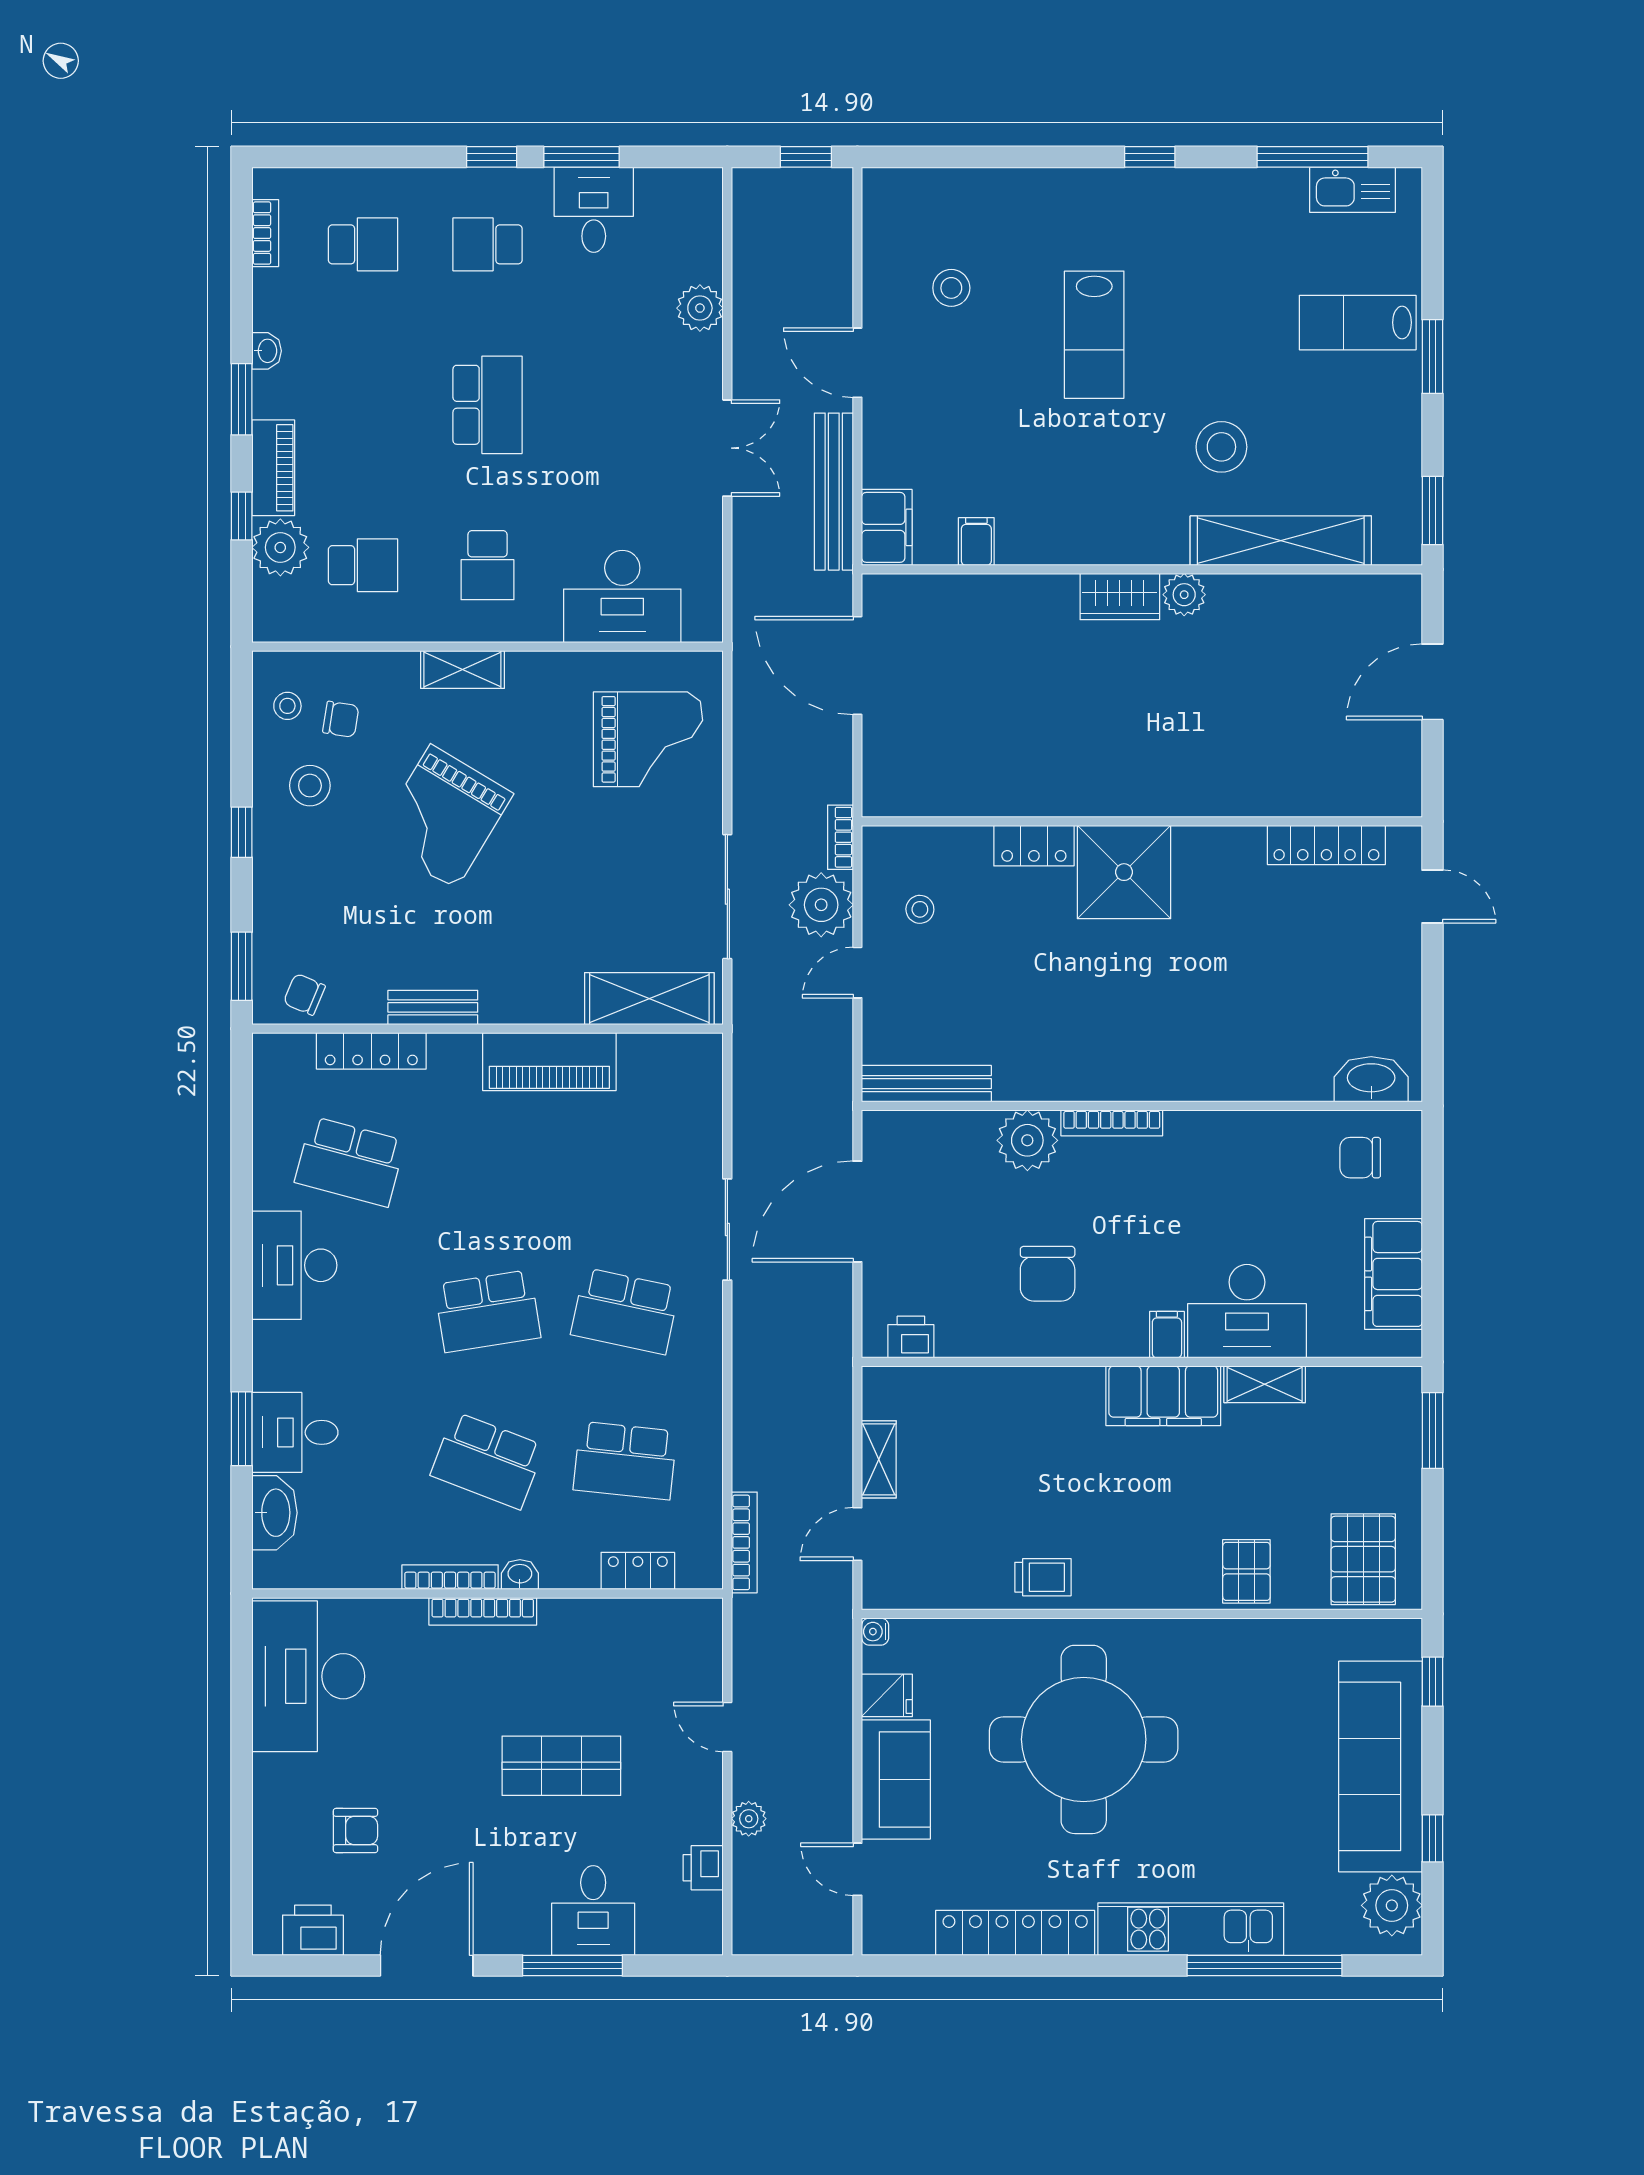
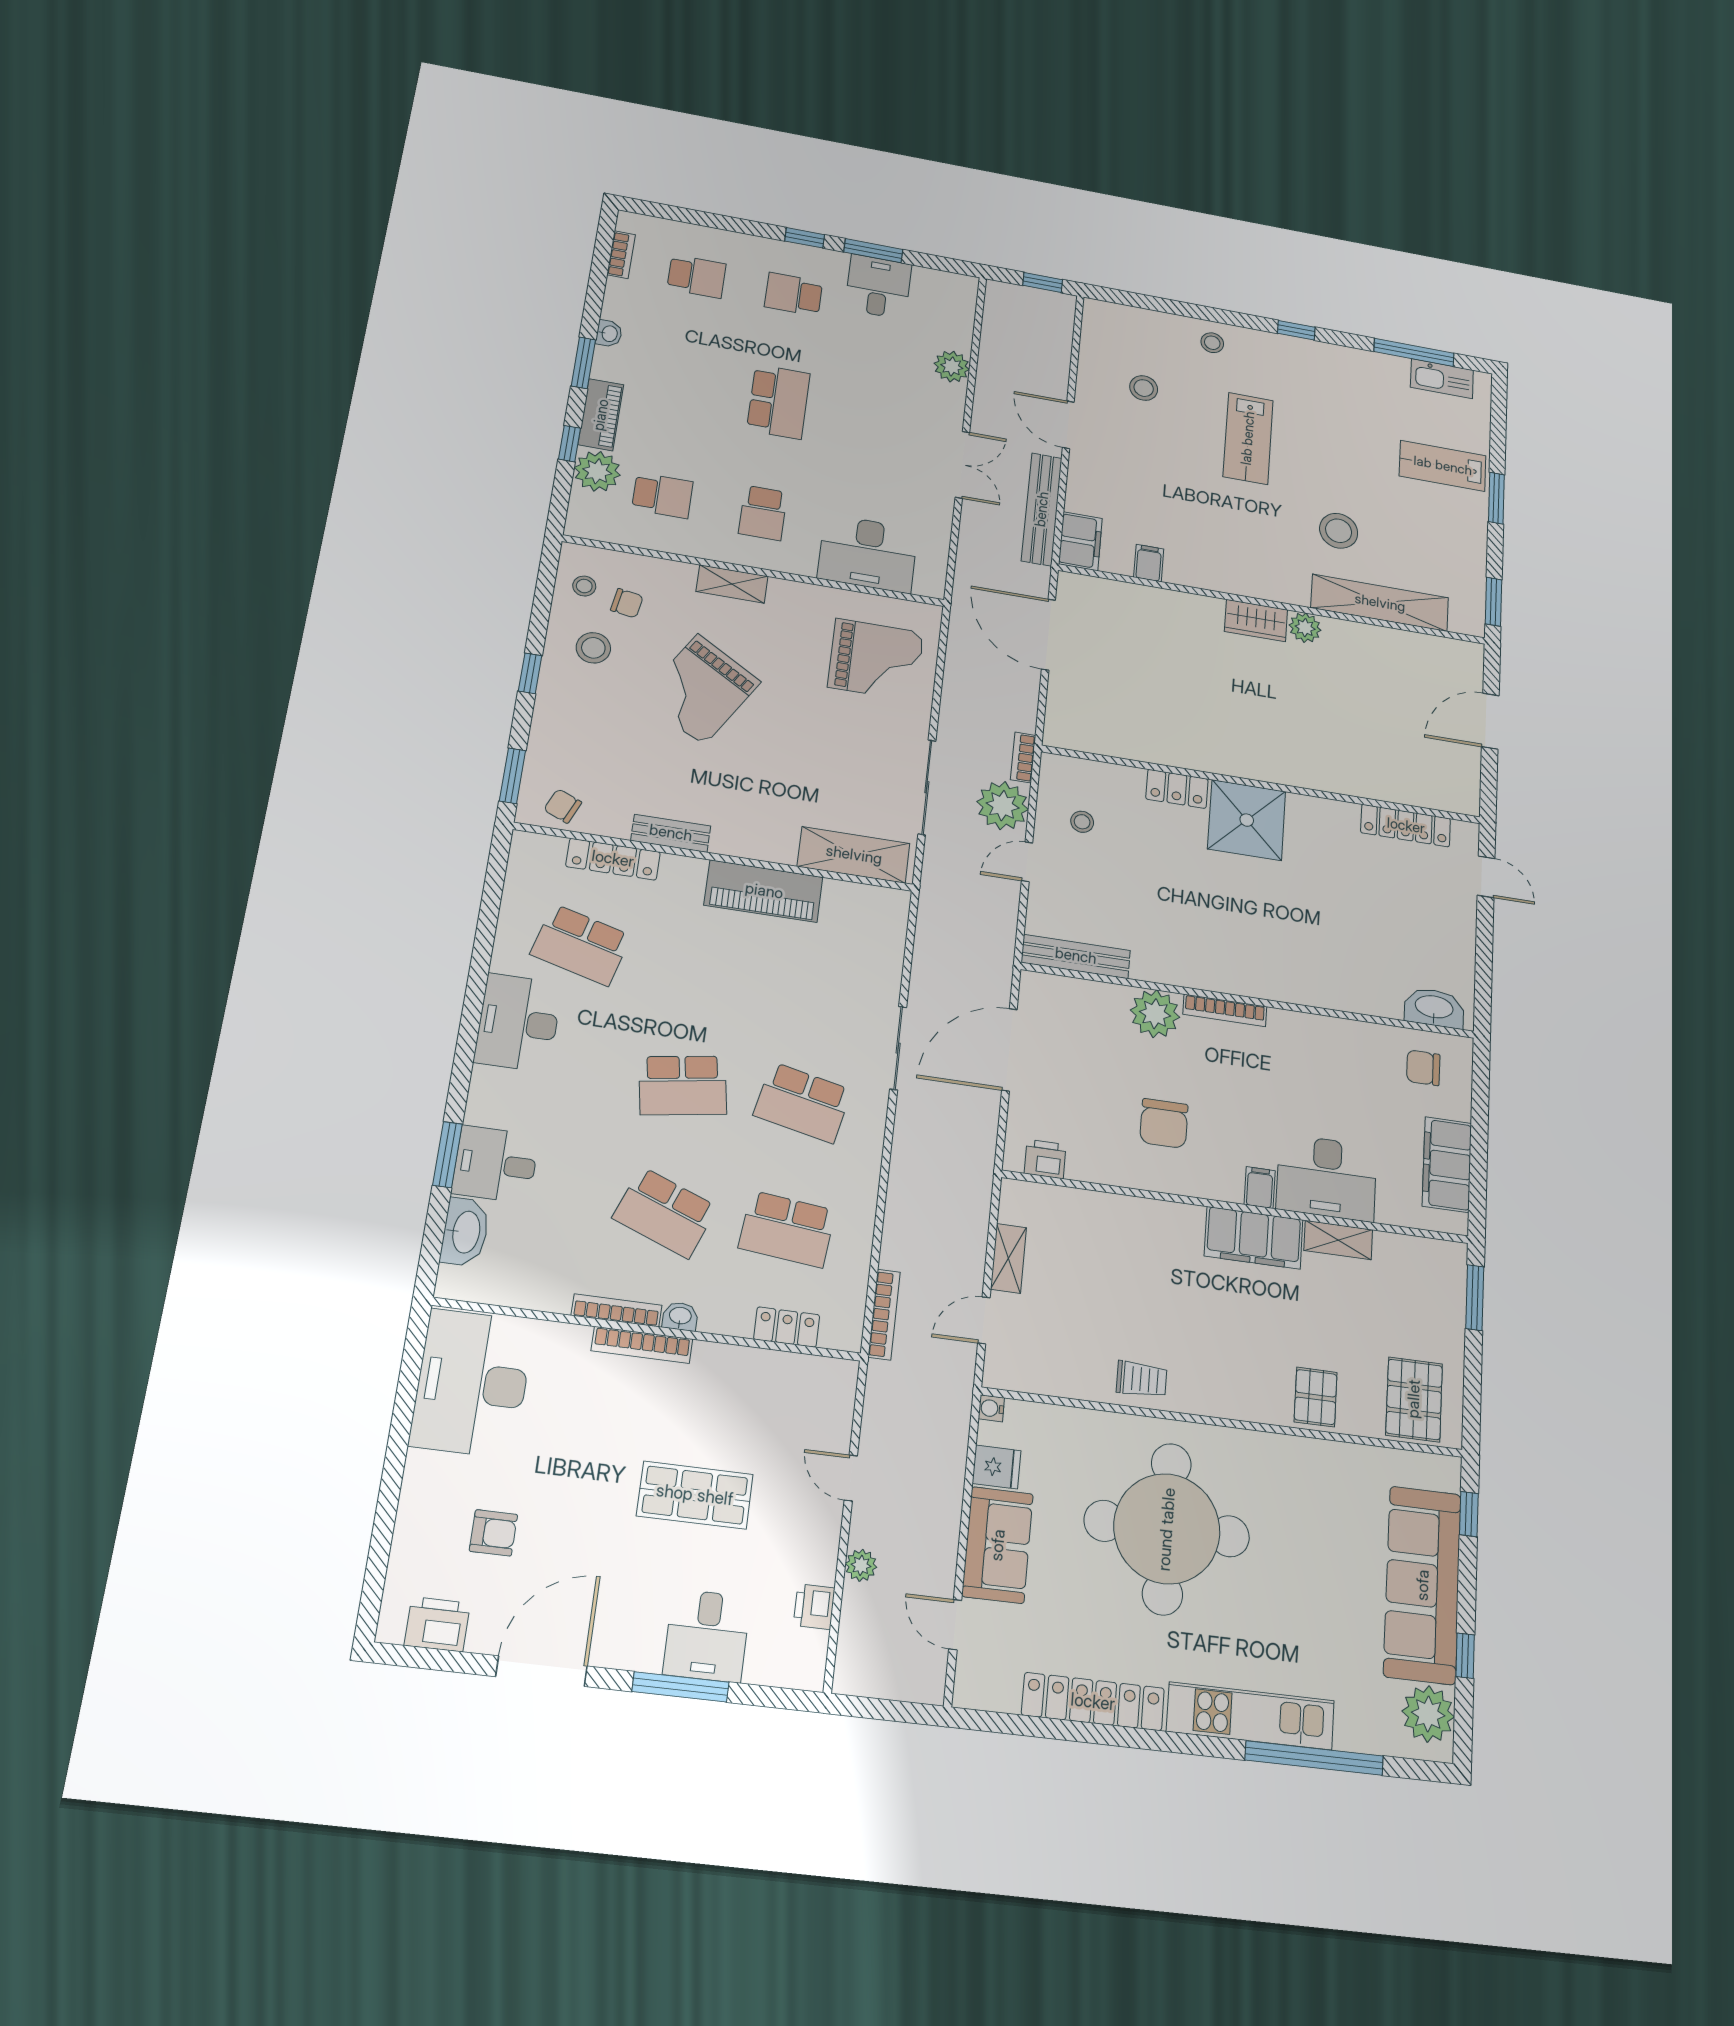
stool: (1038, 200) -> (1212, 343), added

